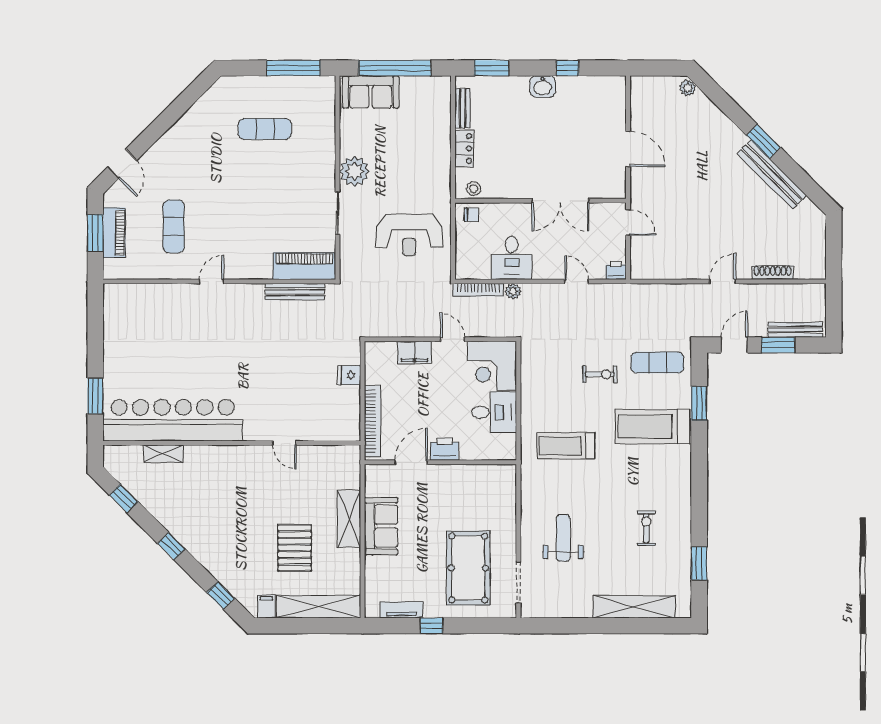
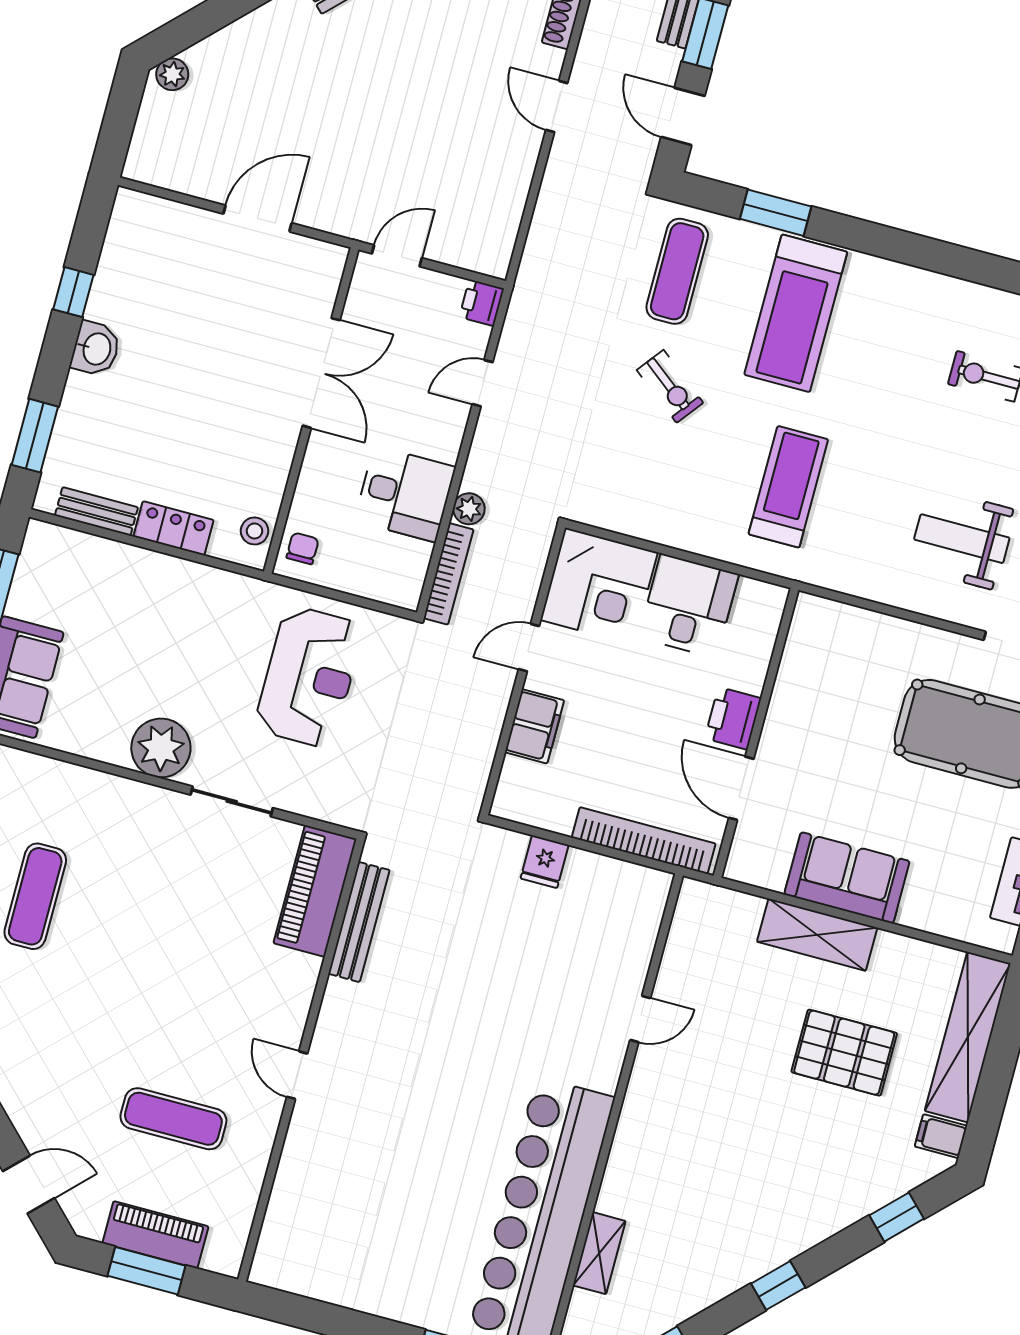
exercise bike: (600, 374) -> (670, 386), turned 128
treadmill: (566, 446) -> (788, 487), turned 180

